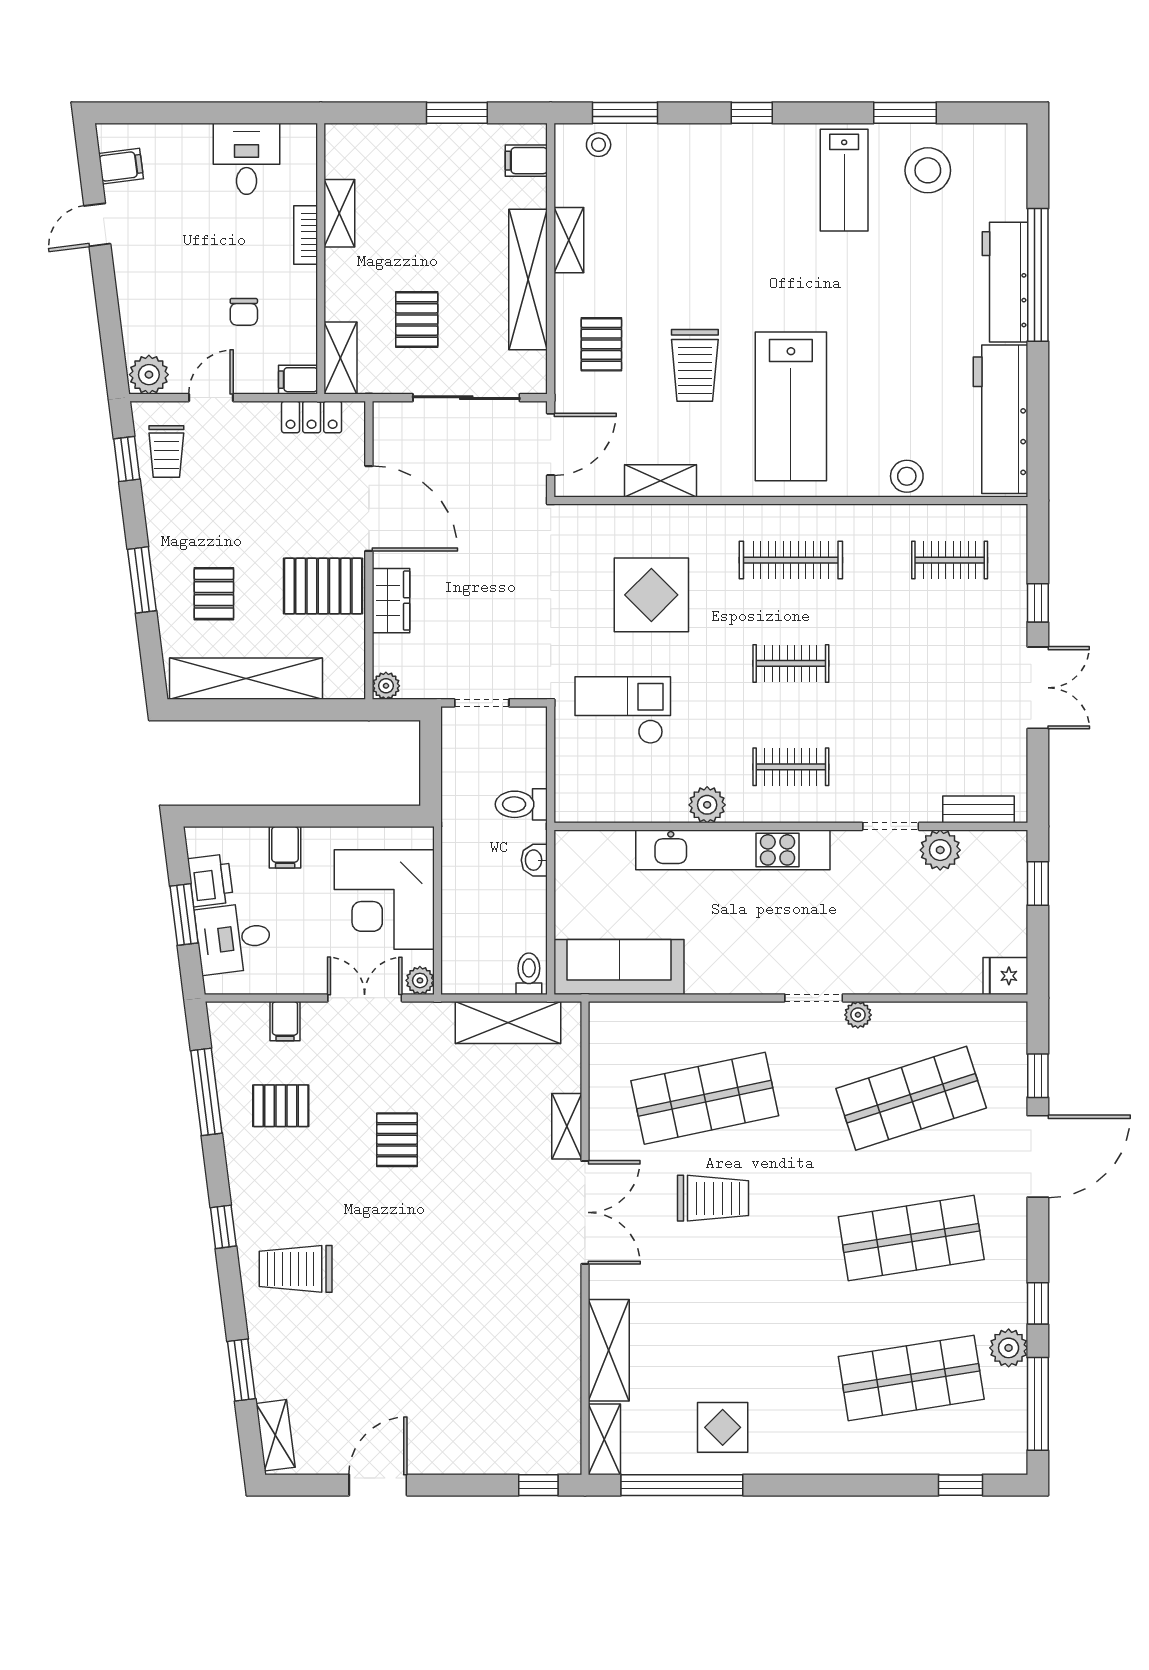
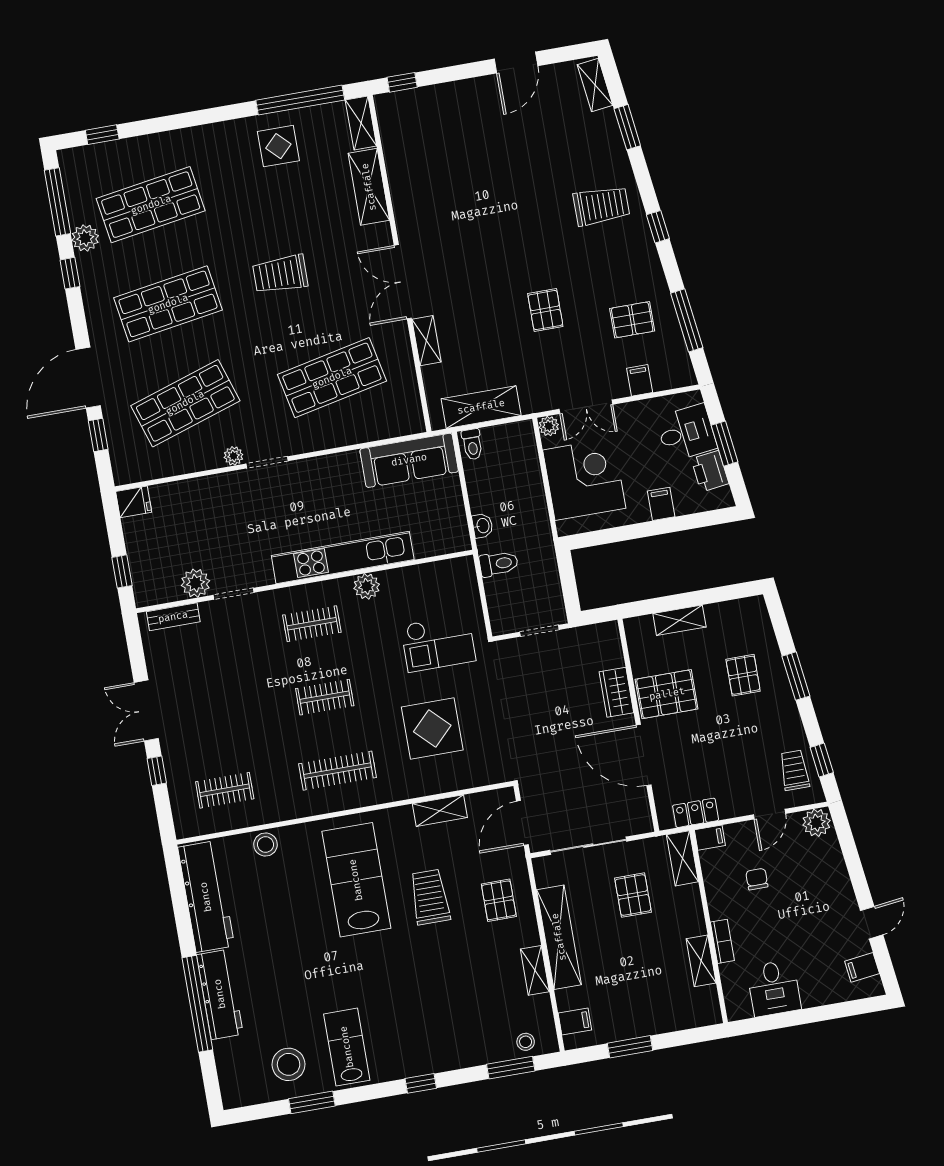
shelving: (246, 679) -> (679, 620), width x0.45, depth x0.75
plant: (386, 686) -> (609, 631), removed
trolley: (713, 1198) -> (280, 274), moved

